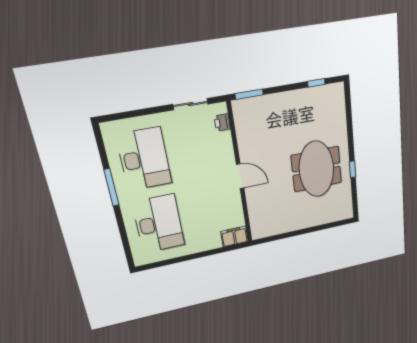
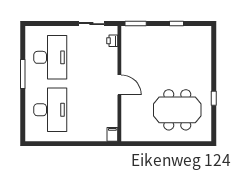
window: (316, 83) -> (177, 24), moved
meeting table: (317, 169) -> (177, 110), moved, turned 90
filing cabinet: (234, 236) -> (112, 134), width x0.50

